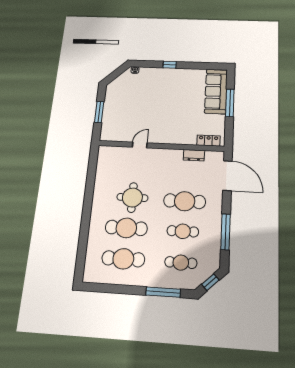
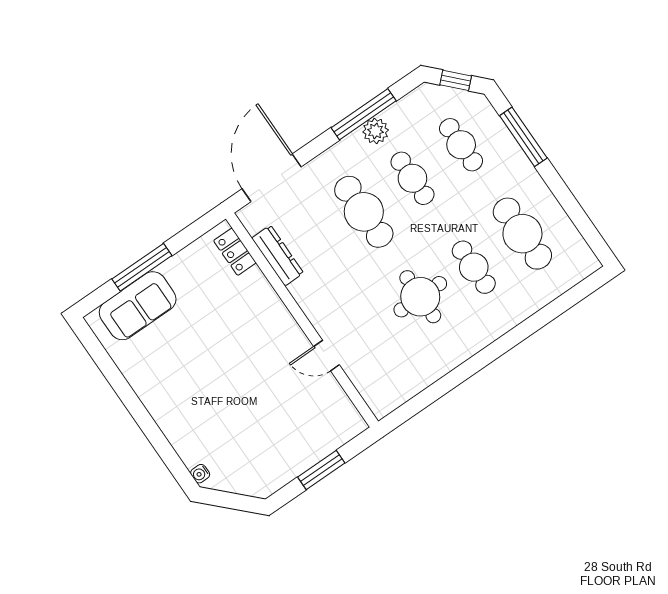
window: (170, 65) -> (146, 423), removed
sofa: (216, 91) -> (138, 306), width x0.73
dresser: (194, 155) -> (278, 256), width x1.44
cafe table: (126, 228) -> (474, 267), width x0.73, depth x0.74
plant: (215, 231) -> (376, 131), added

